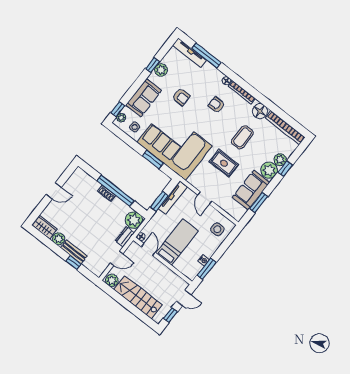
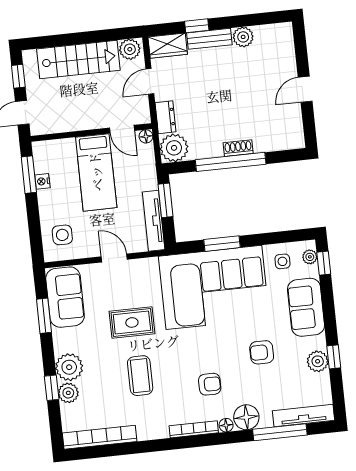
floor lamp: (260, 111) -> (246, 417), moved
sofa: (251, 190) -> (65, 297), moved
wardrobe: (45, 227) -> (168, 46), moved

